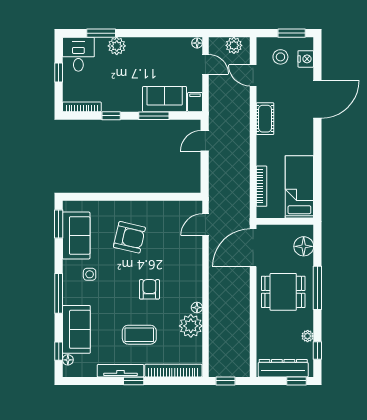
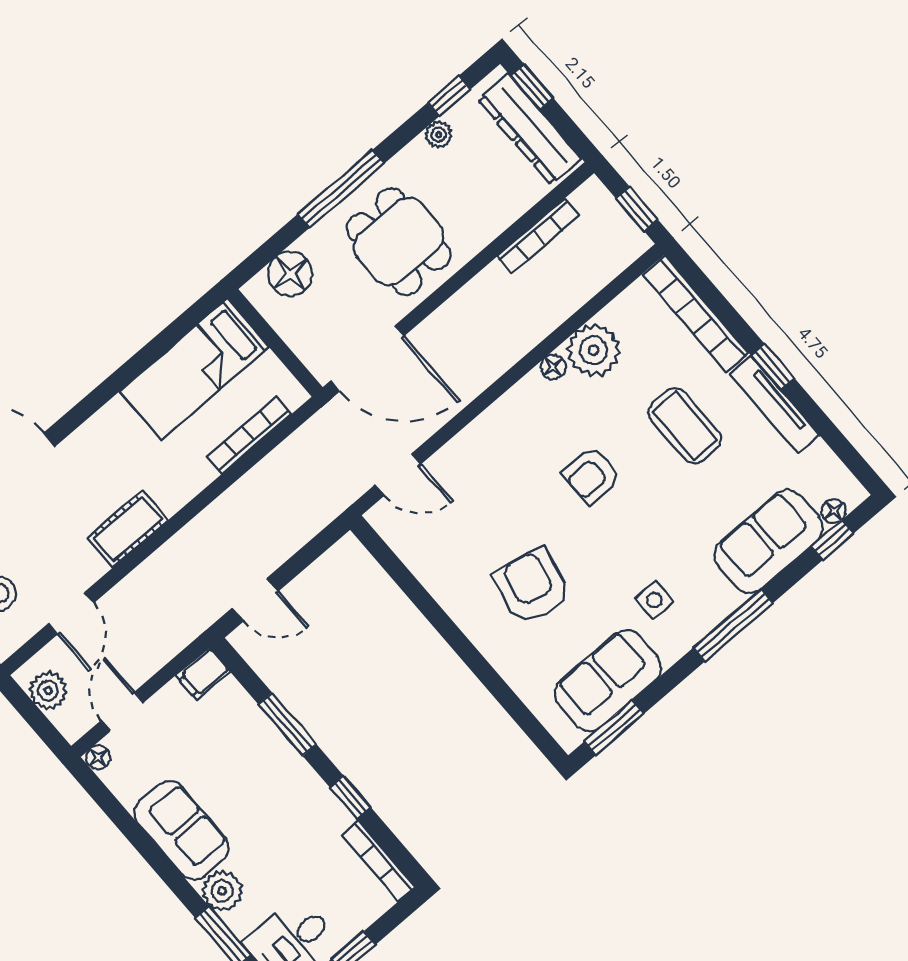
sofa: (165, 99) -> (181, 830), moved, turned 180
bookcase: (245, 340) -> (538, 236), added

